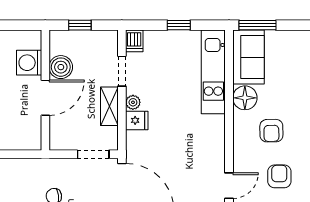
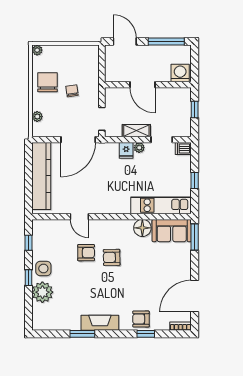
washing machine: (29, 63) -> (180, 73), moved
boiler: (61, 67) -> (164, 96), removed
armchair: (271, 131) -> (112, 257), moved

